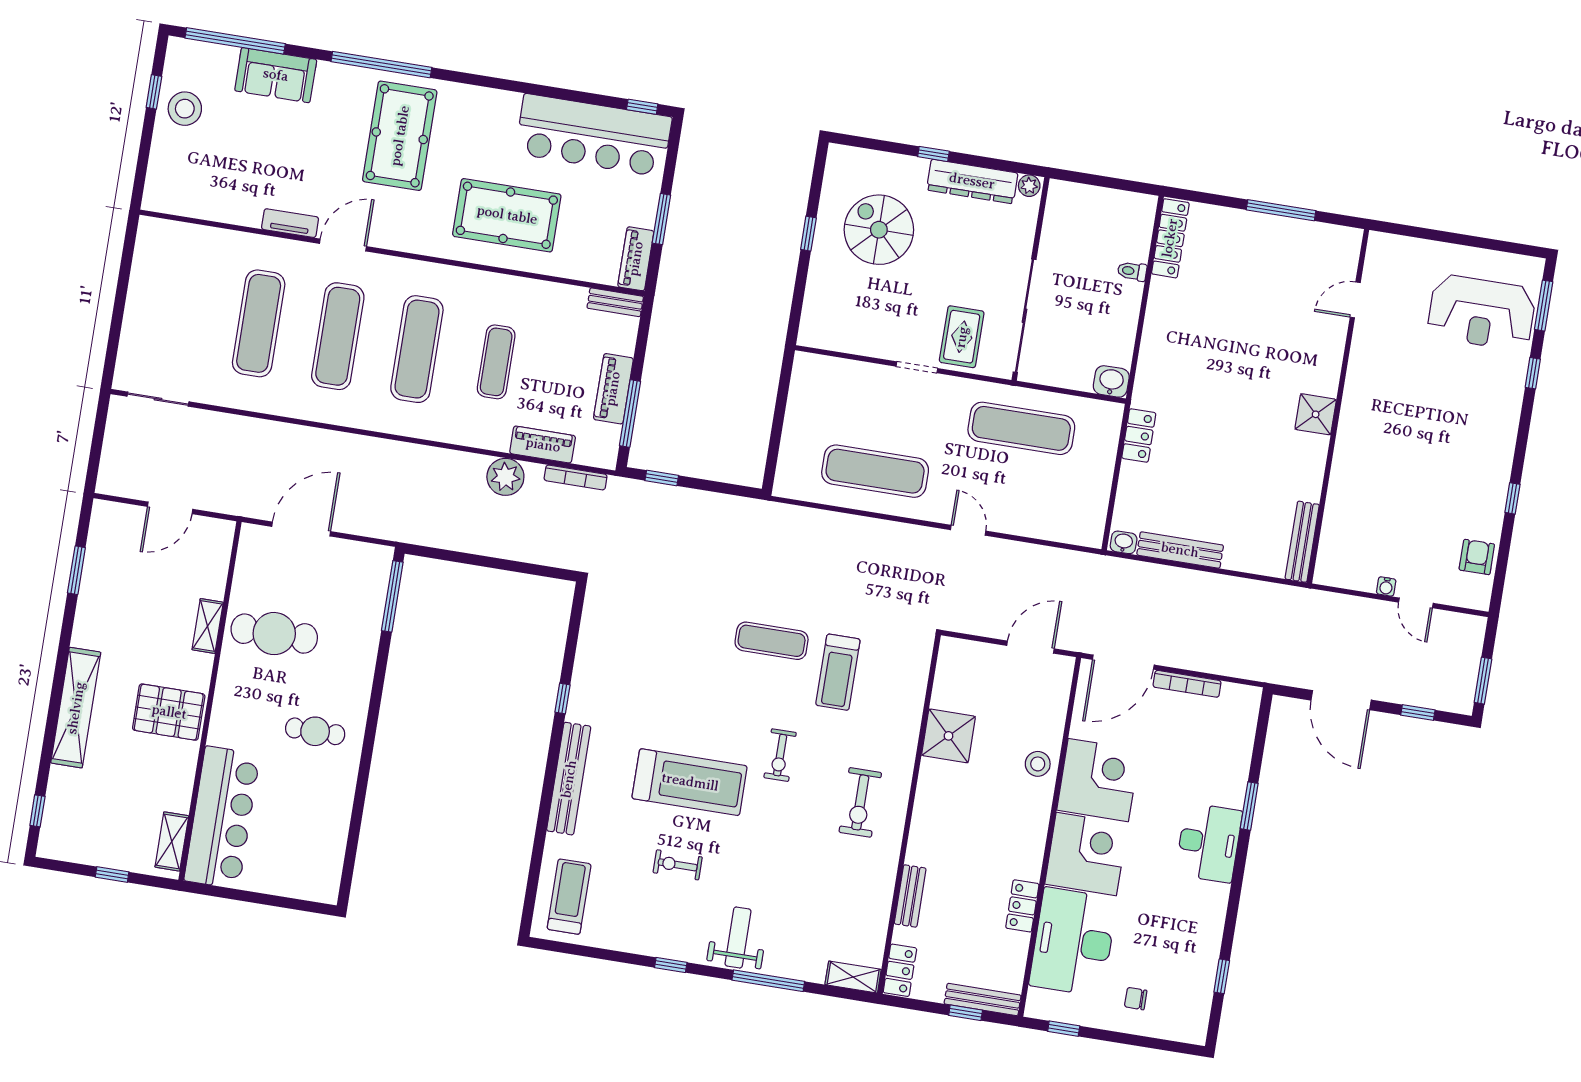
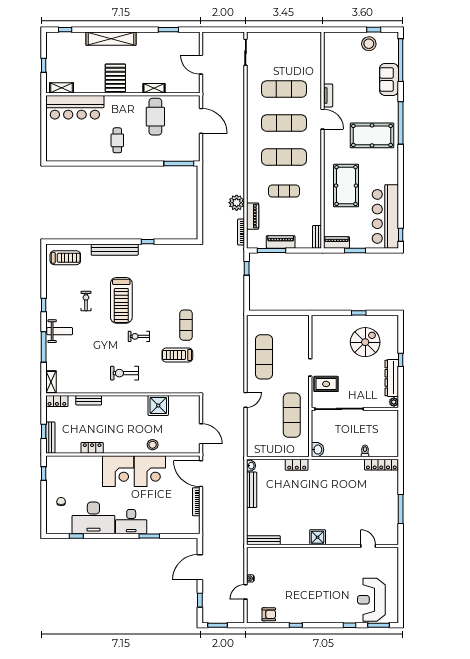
desk: (1073, 942) -> (93, 518), moved, turned 180

